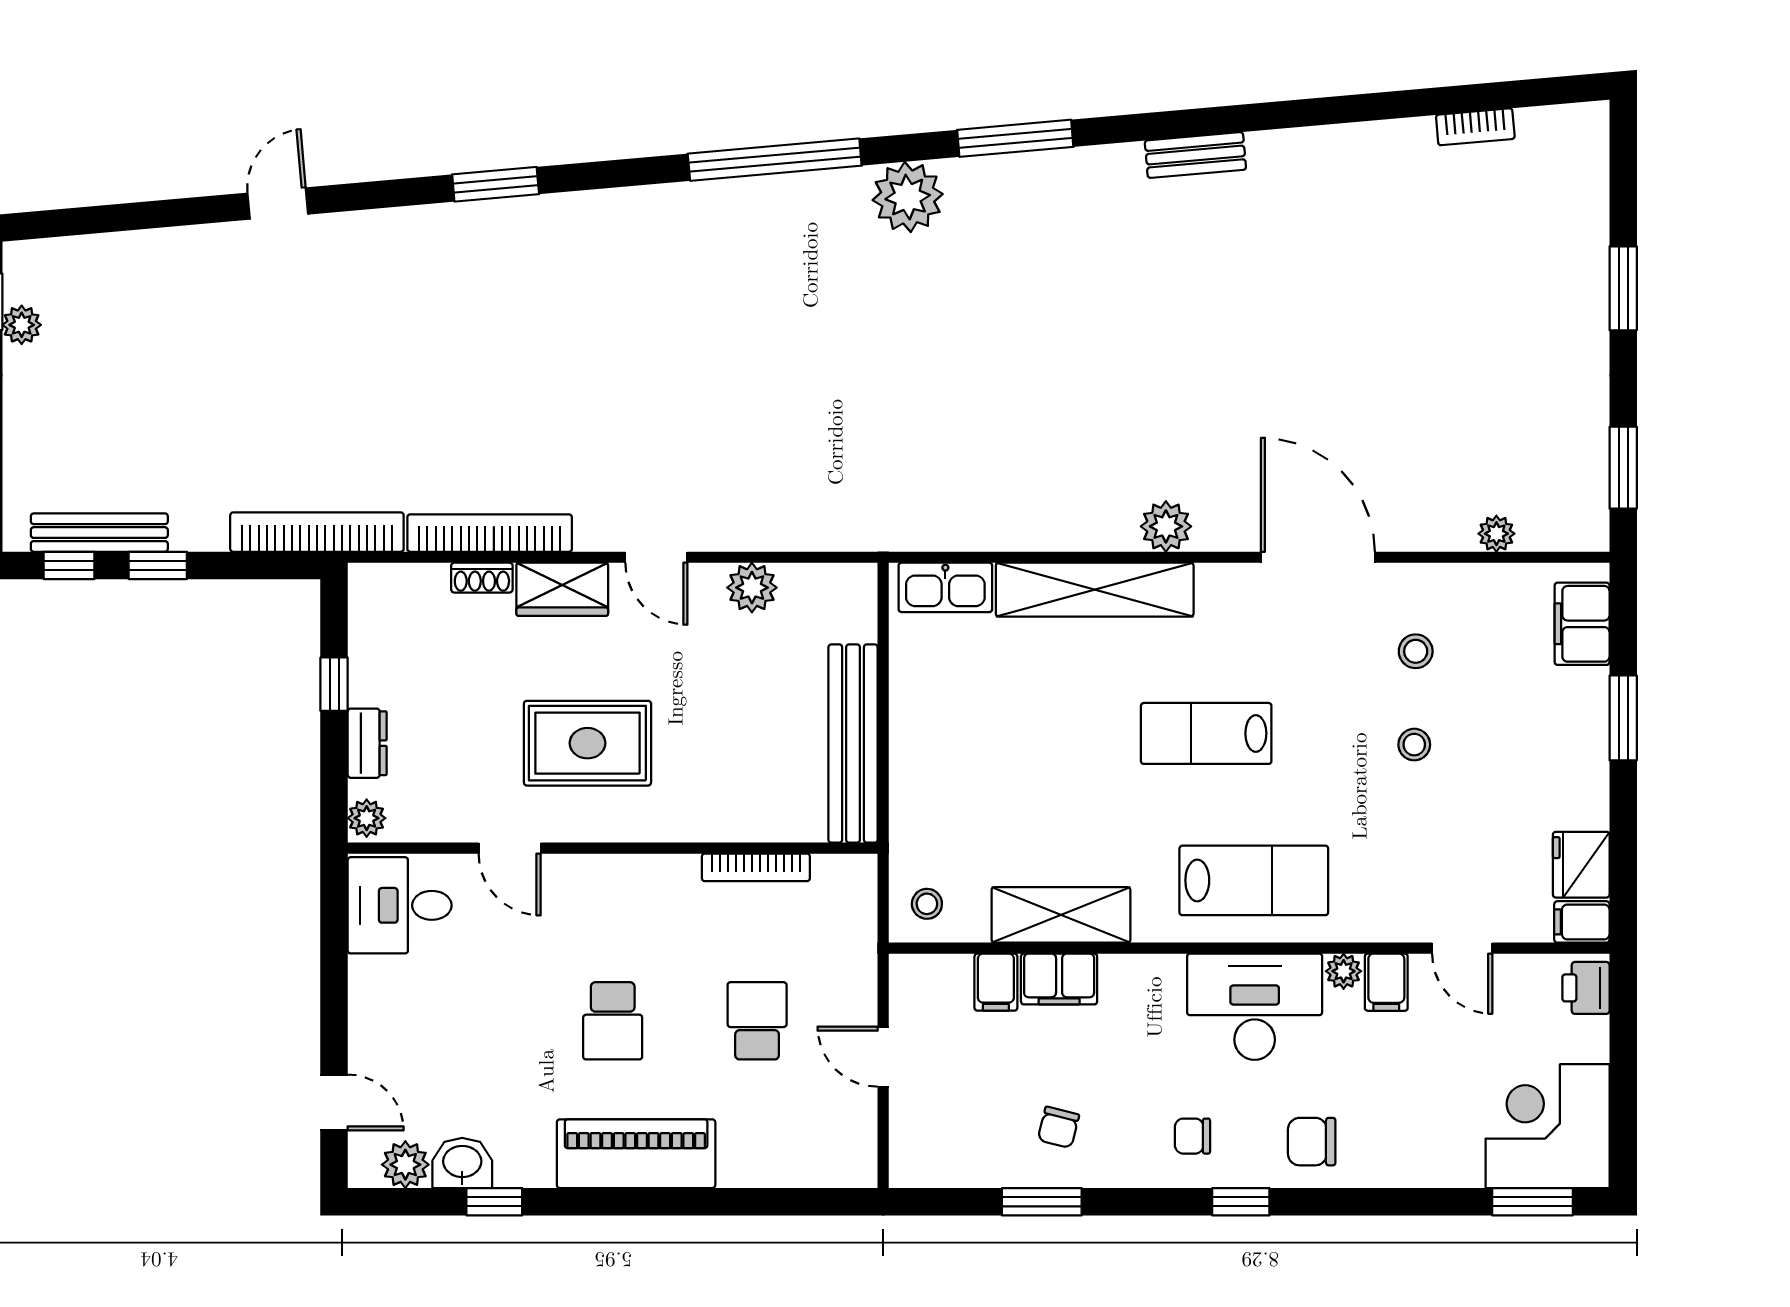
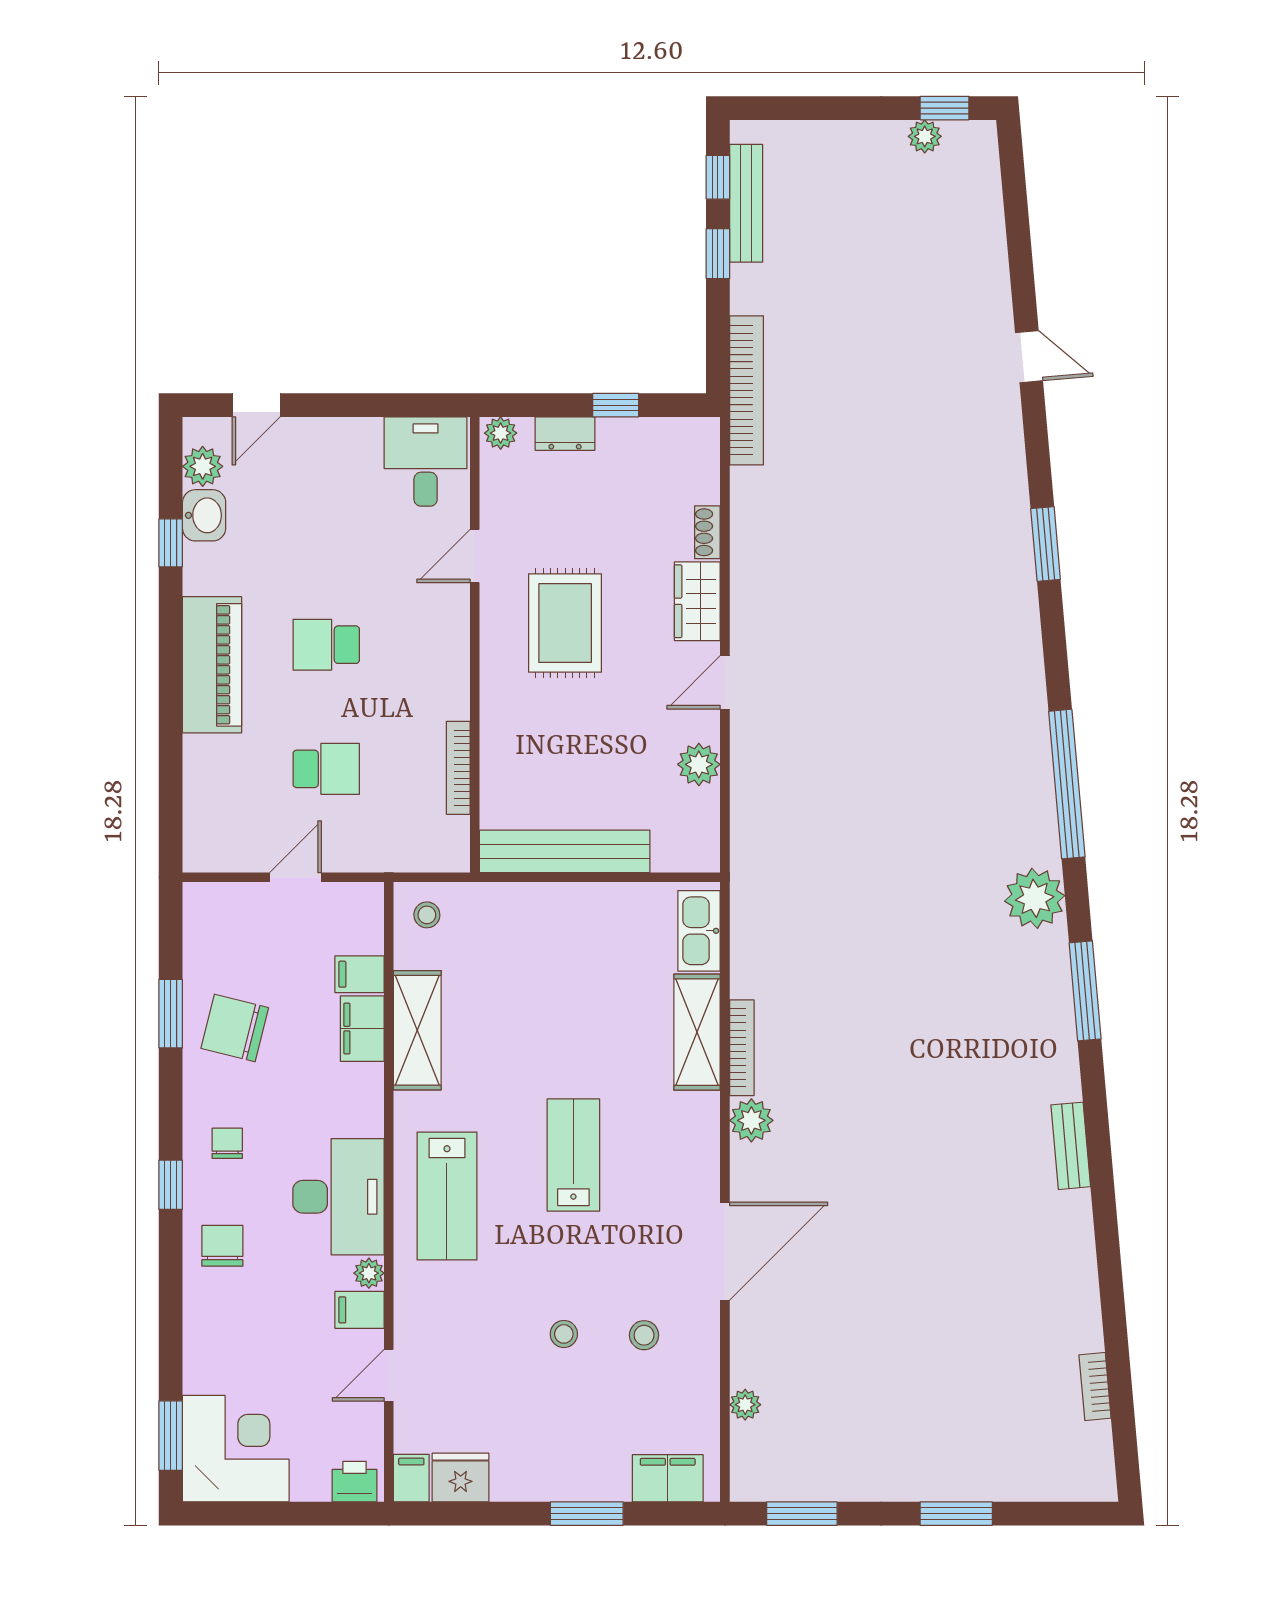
bookcase: (490, 533) -> (742, 1048), moved, width x0.68, depth x0.76
shelving: (1095, 590) -> (697, 1032), width x0.68
chair: (1058, 1127) -> (235, 1028), width x1.87, depth x1.87

